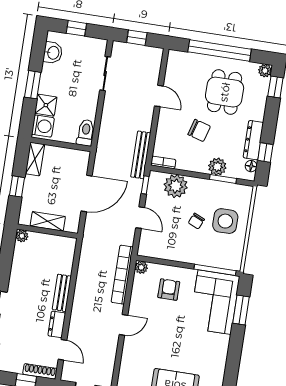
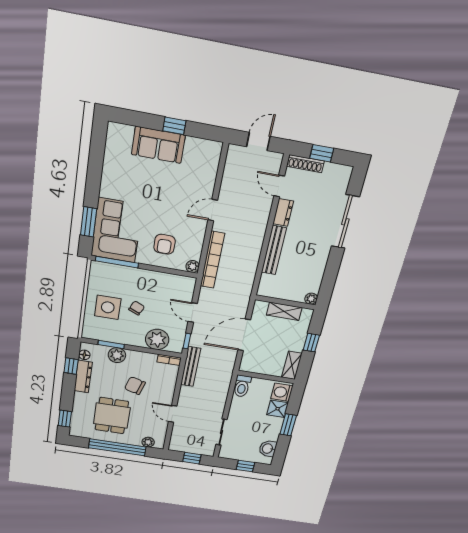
plant: (265, 71) -> (148, 442), moved
bench: (62, 293) -> (274, 250), width x1.36

